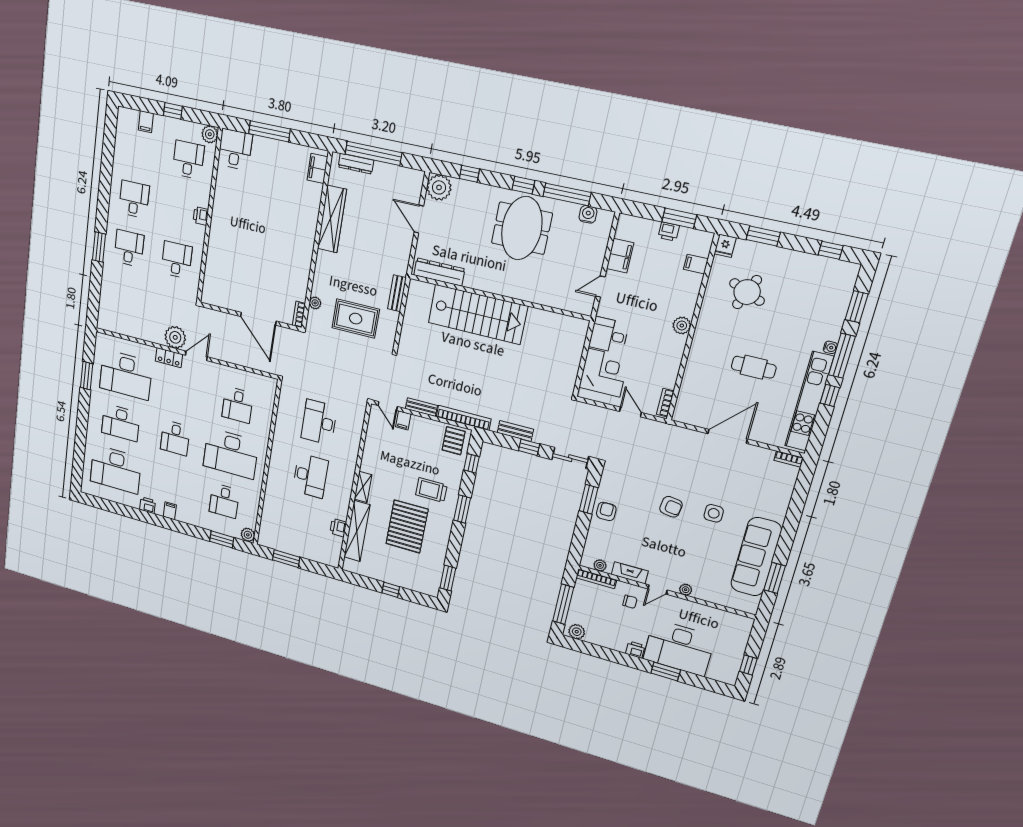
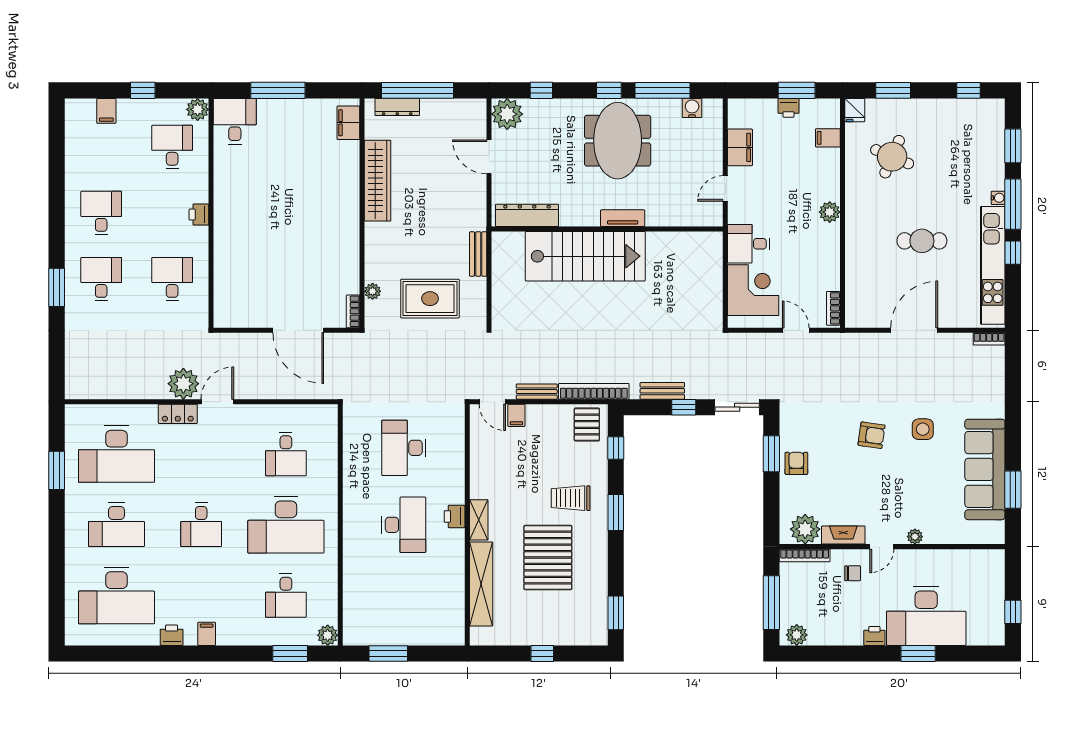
tv unit: (513, 291) -> (623, 218), added
printer: (338, 528) -> (455, 516), moved
plant: (600, 565) -> (805, 529), width x1.88, depth x1.88

